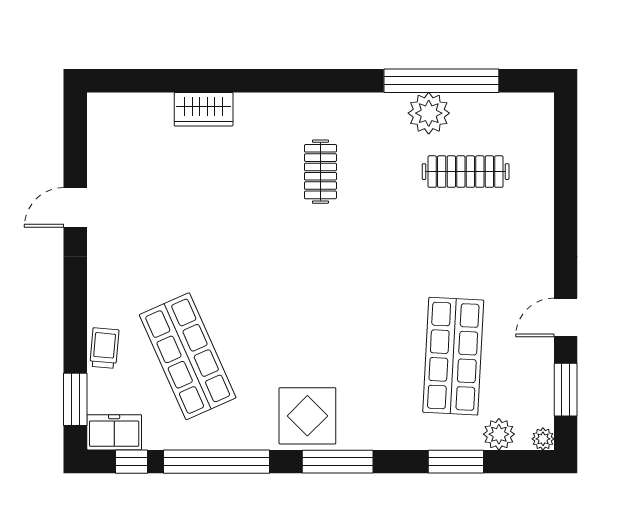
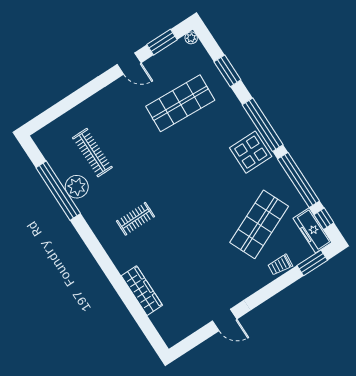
wardrobe: (204, 109) -> (142, 291), width x1.50
freezer: (114, 432) -> (312, 230), width x1.40
plant: (499, 434) -> (202, 59), removed
window: (338, 462) -> (263, 125), width x1.46

